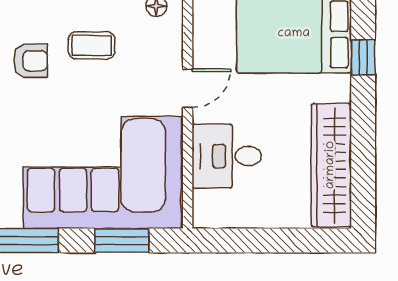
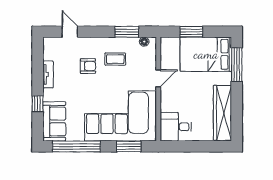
window: (363, 57) -> (237, 65), width x2.17
desk: (227, 156) -> (176, 127), moved

